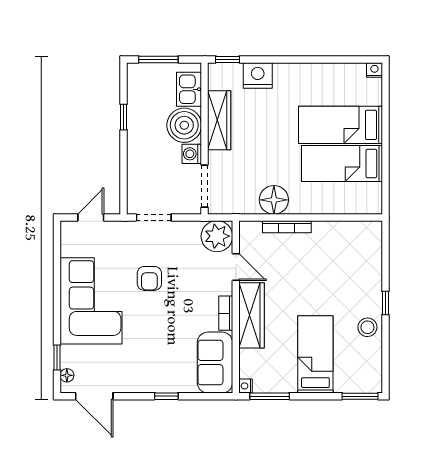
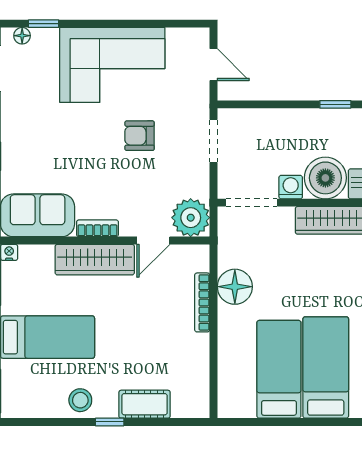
cot: (371, 274) -> (145, 404), added

